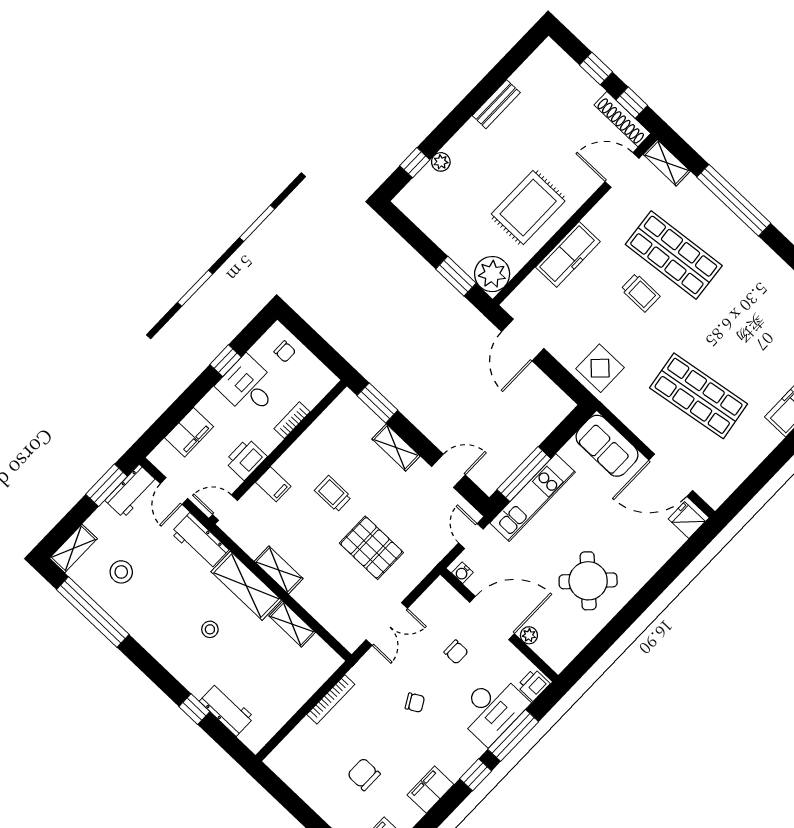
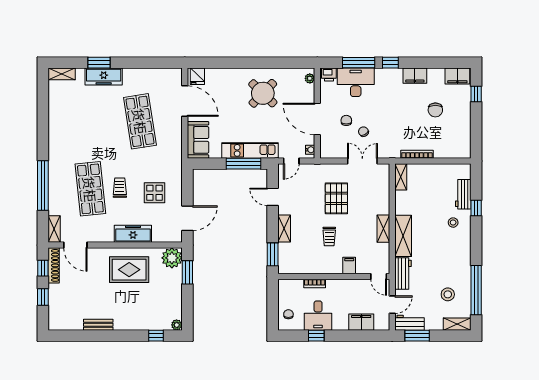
plant: (441, 162) -> (177, 325), moved
display table: (600, 368) -> (154, 193), moved
printer: (246, 459) -> (350, 287), removed
shelving: (292, 624) -> (401, 177), moved
stool: (210, 629) -> (453, 223), moved
plant: (529, 635) -> (310, 78), moved
chair: (415, 703) -> (363, 132), moved

